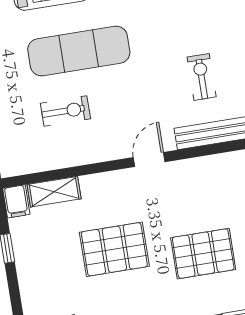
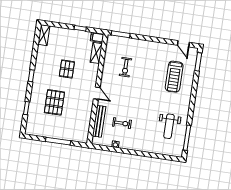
exercise mat: (79, 51) -> (147, 80), removed
pallet: (114, 249) -> (67, 69), width x0.67, depth x0.71

